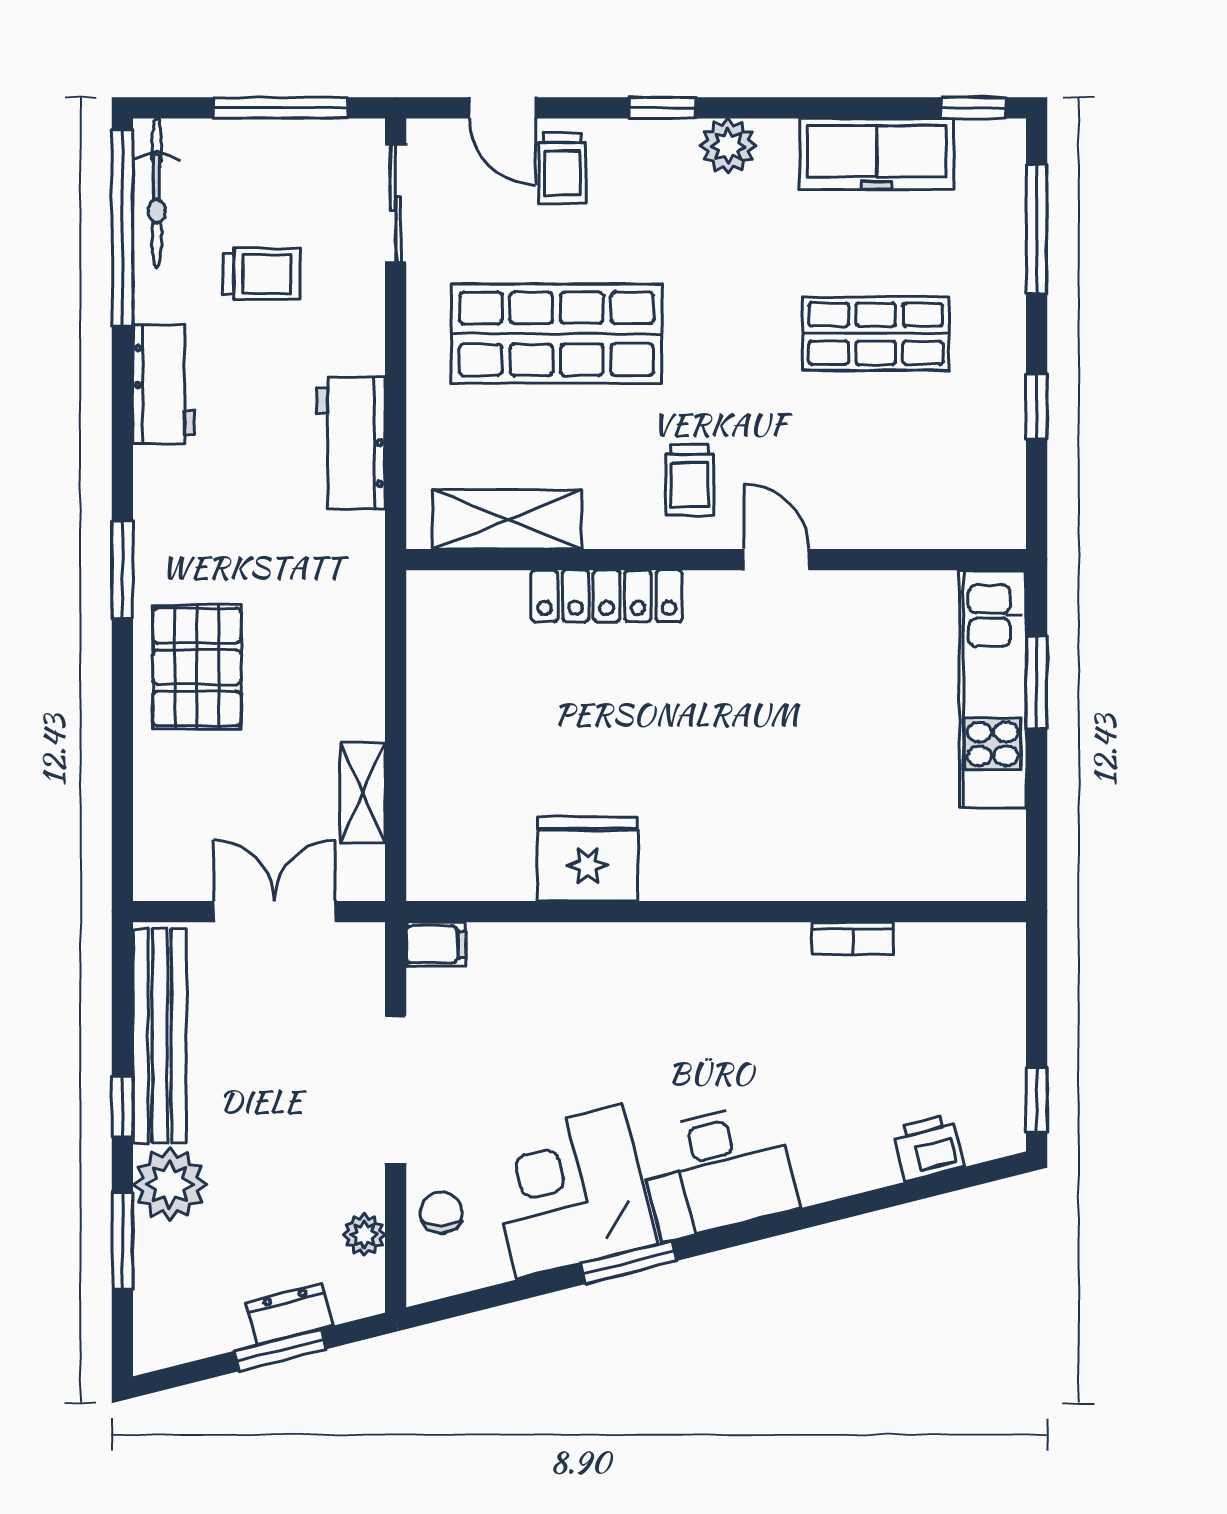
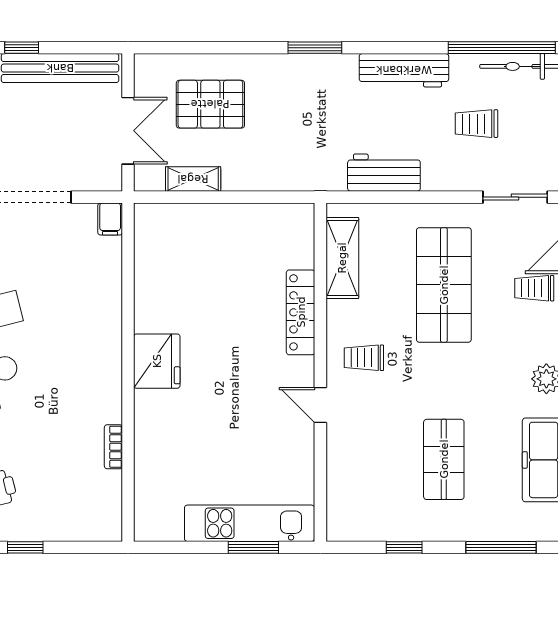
trolley: (261, 274) -> (476, 124), turned 90
workbench: (164, 384) -> (404, 70), width x1.38
door: (776, 560) -> (320, 405), swing flipped
pallet: (197, 667) -> (210, 104), moved
fridge: (588, 859) -> (157, 361), moved

